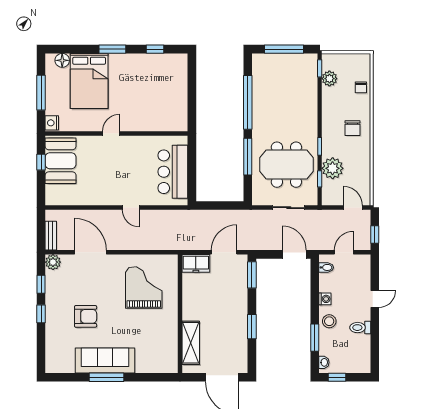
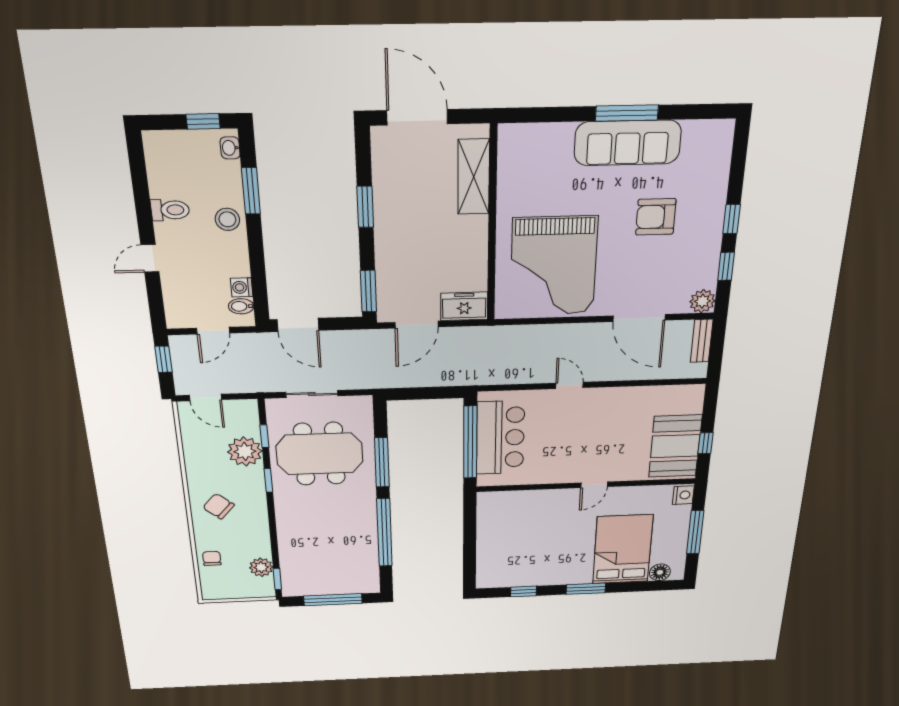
chair: (353, 128) -> (219, 506), turned -49
window: (192, 169) -> (470, 442), added
grand piano: (144, 287) -> (553, 266), width x1.37, depth x1.48
washing machine: (325, 299) -> (242, 287), moved

